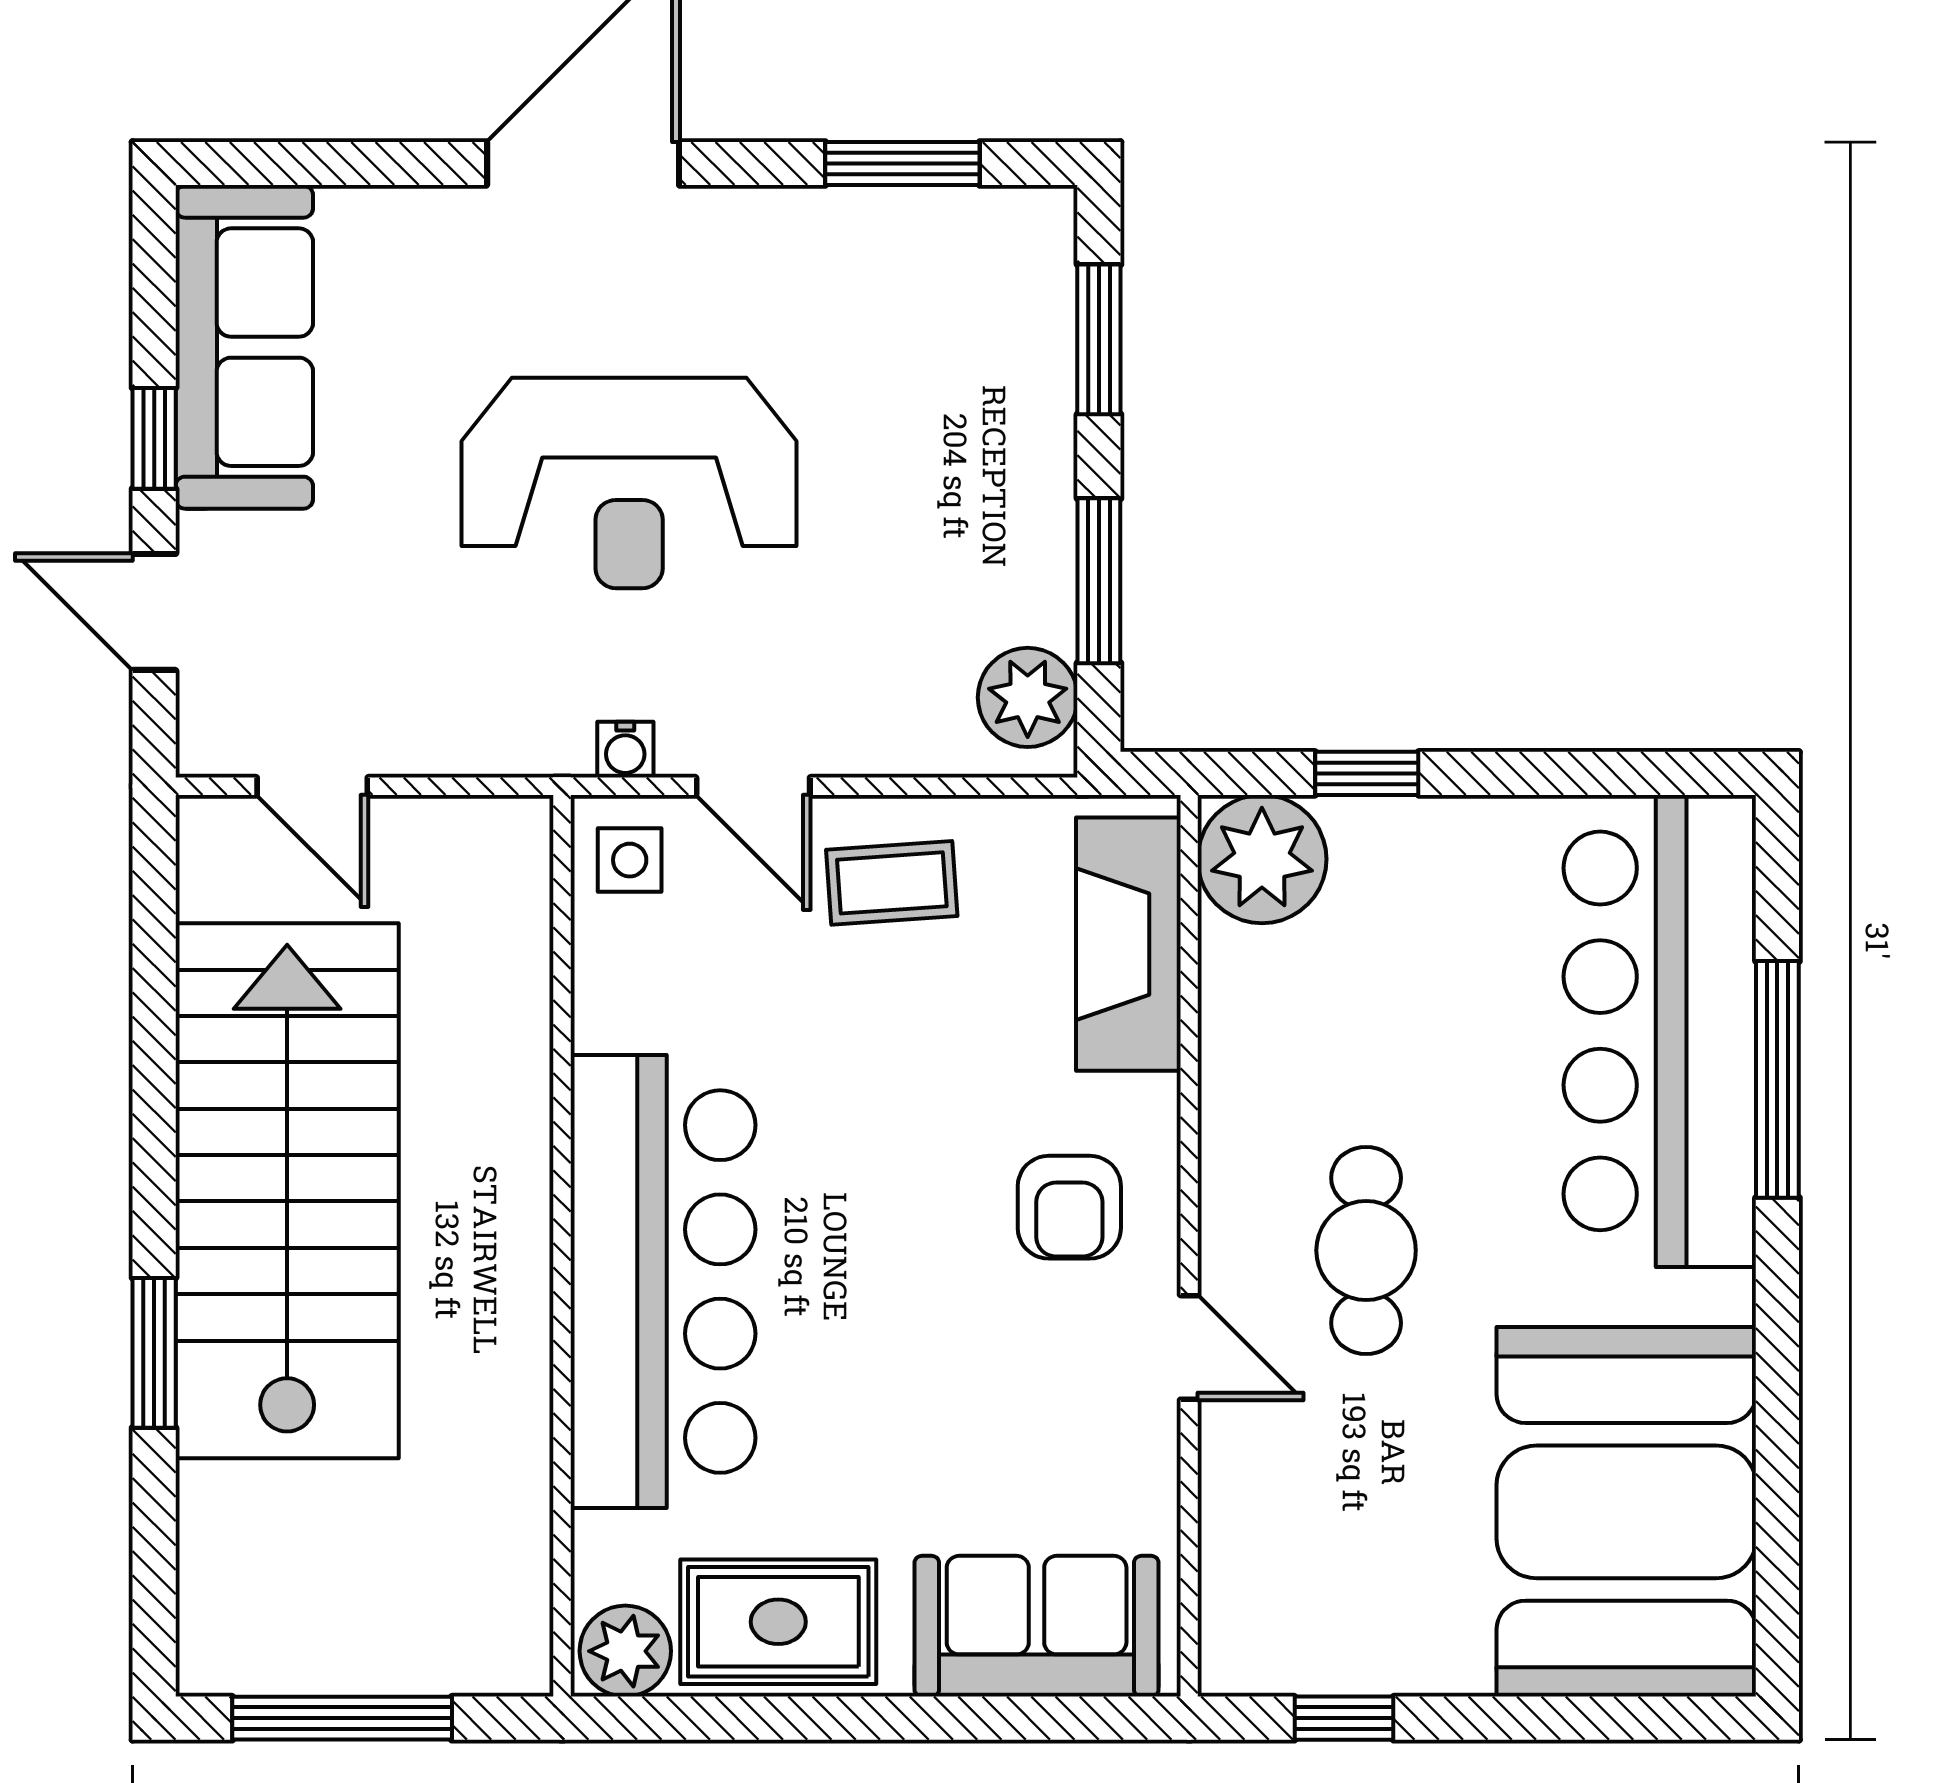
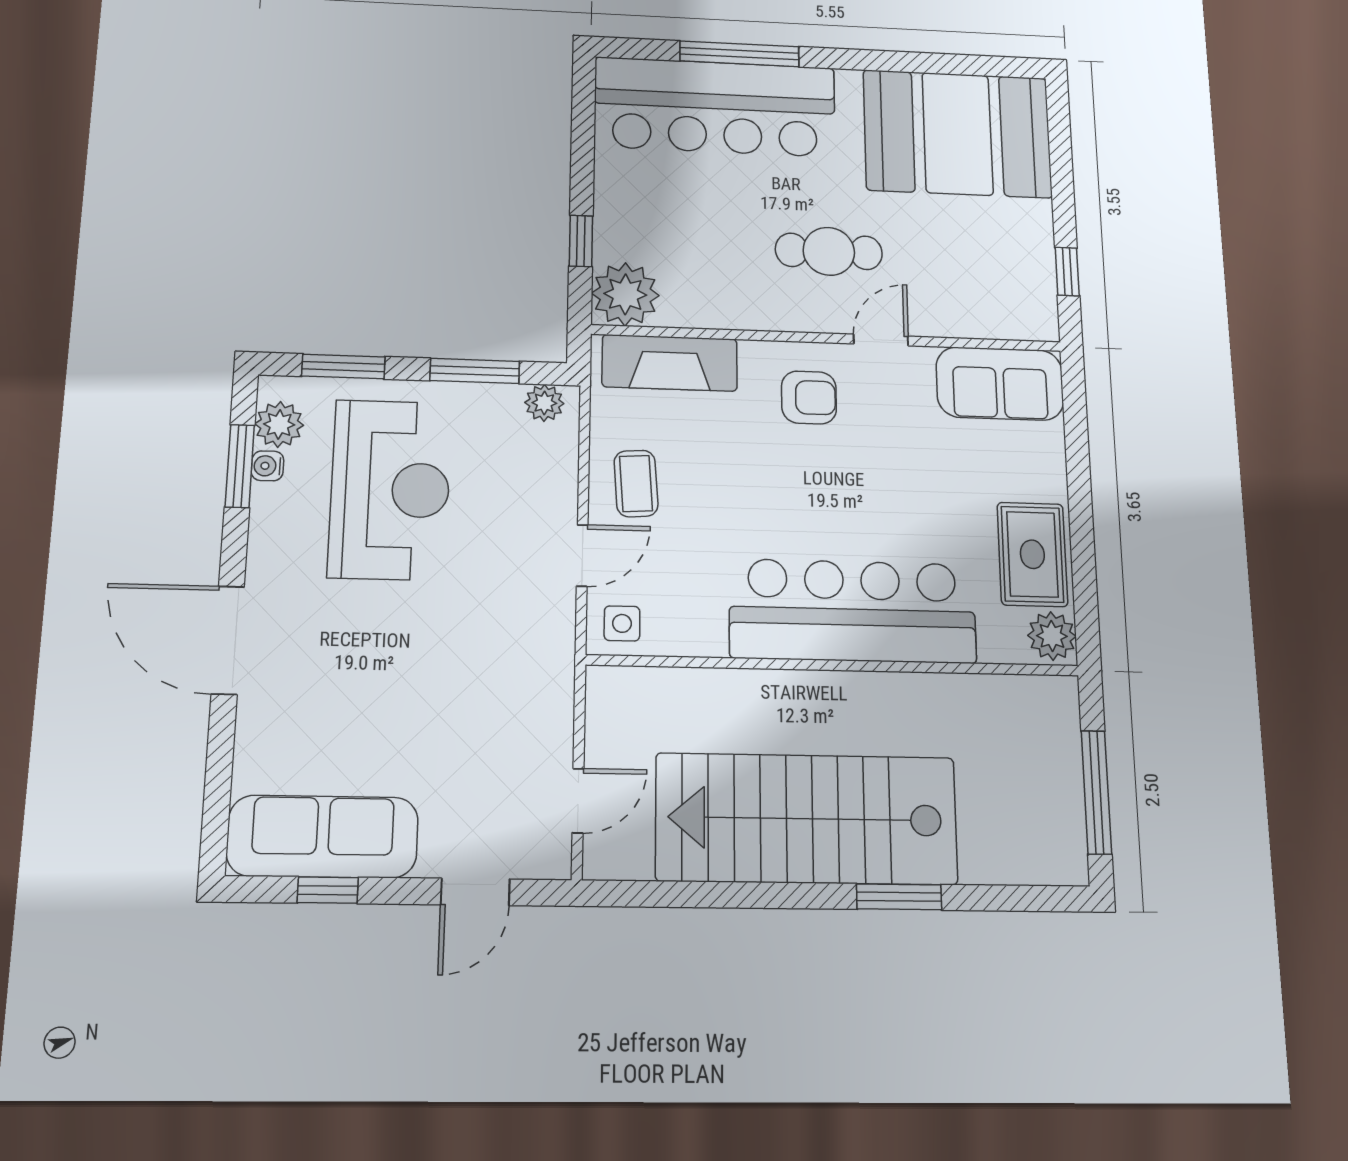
plant: (983, 229) -> (279, 424), added
window: (154, 438) -> (328, 890), moved
reception desk: (629, 483) -> (390, 489), moved
plant: (1028, 697) -> (544, 403), width x0.73, depth x0.73
water cooler: (625, 750) -> (267, 466), moved, turned 180
sofa: (1037, 1626) -> (1000, 384), moved, turned -90

